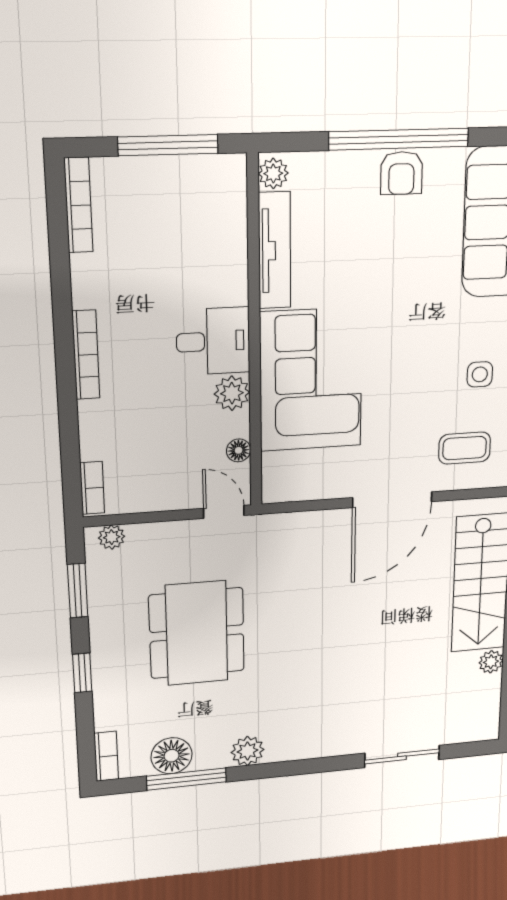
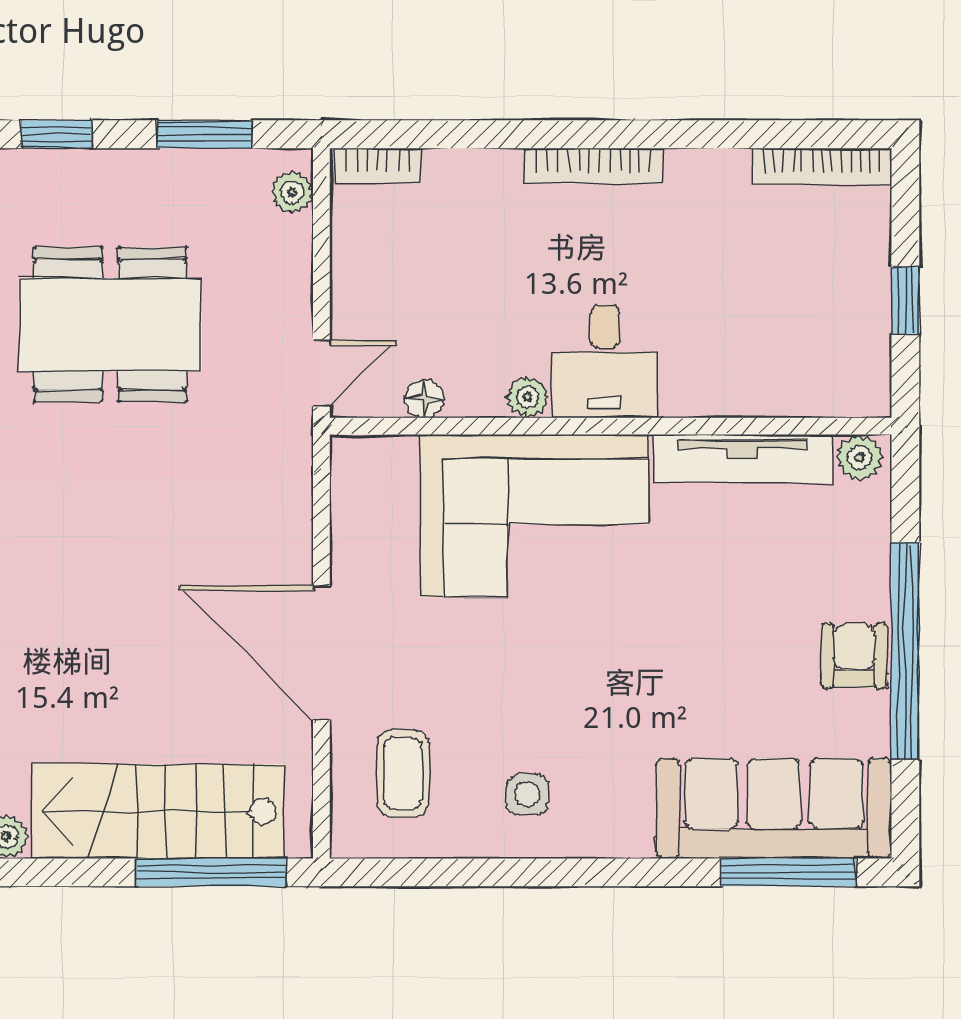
window: (168, 145) -> (905, 301), width x0.46
armchair: (401, 173) -> (854, 656), turned 90
plant: (232, 393) -> (528, 397), width x0.73, depth x0.73

